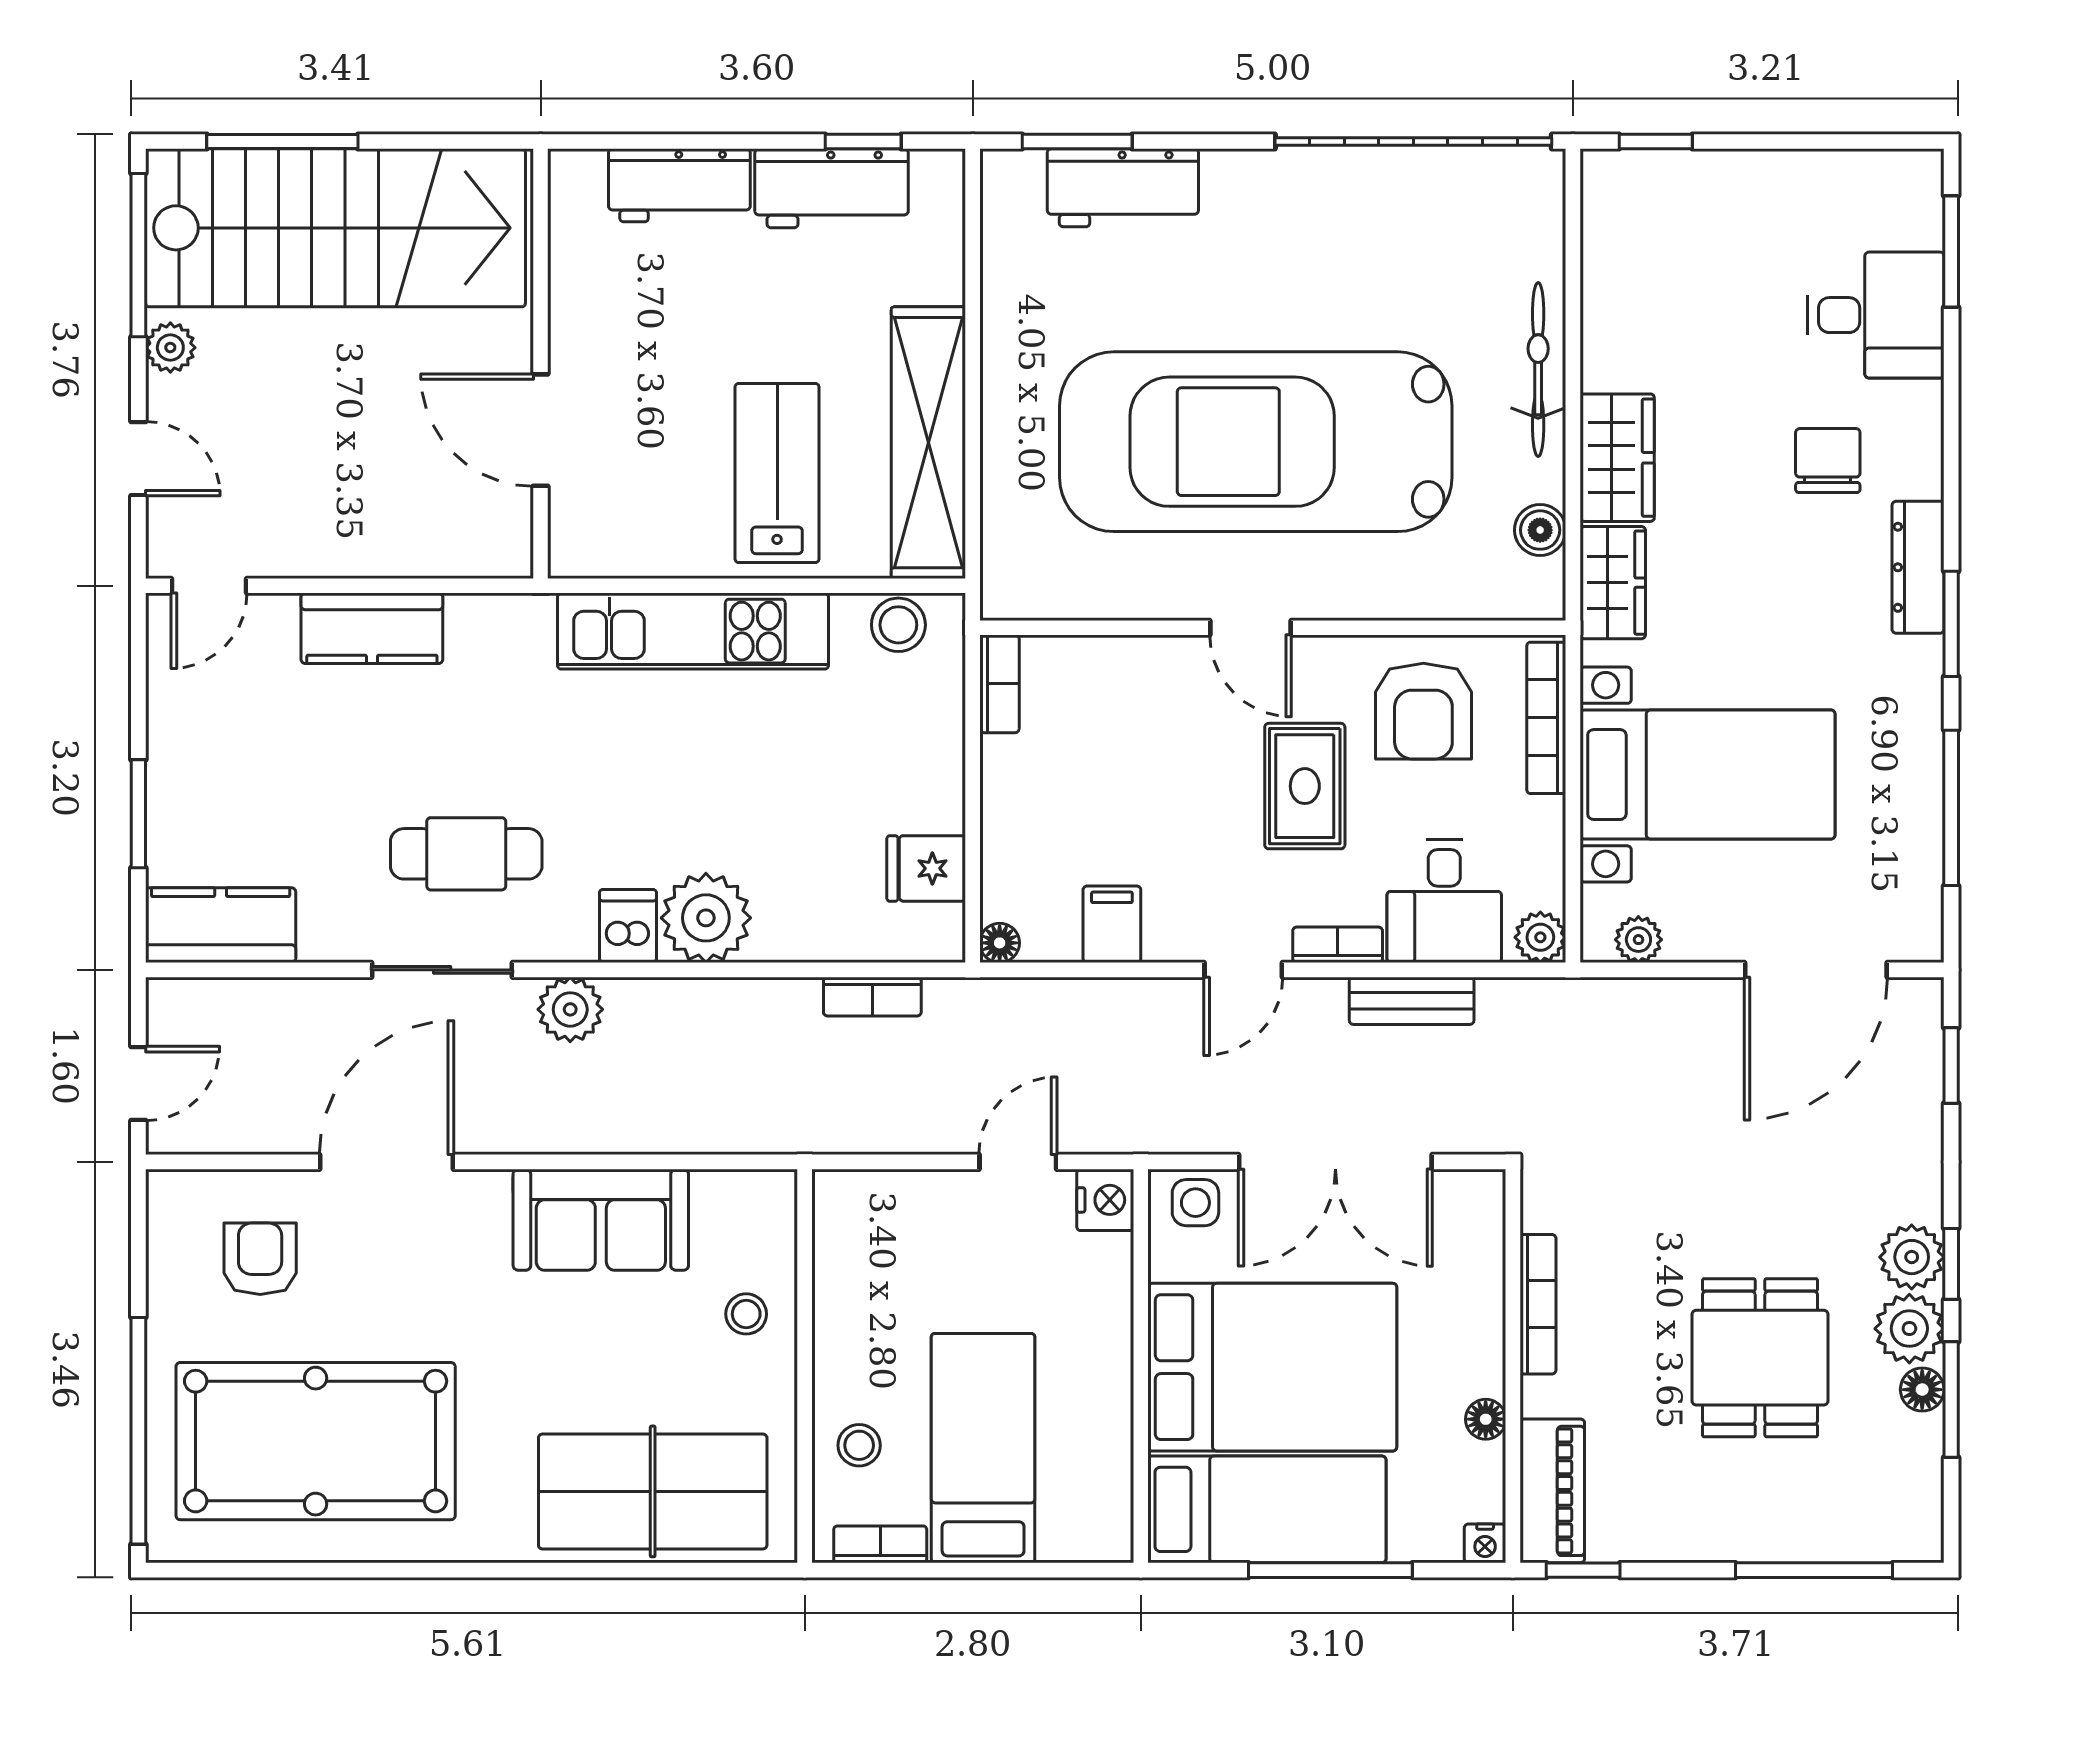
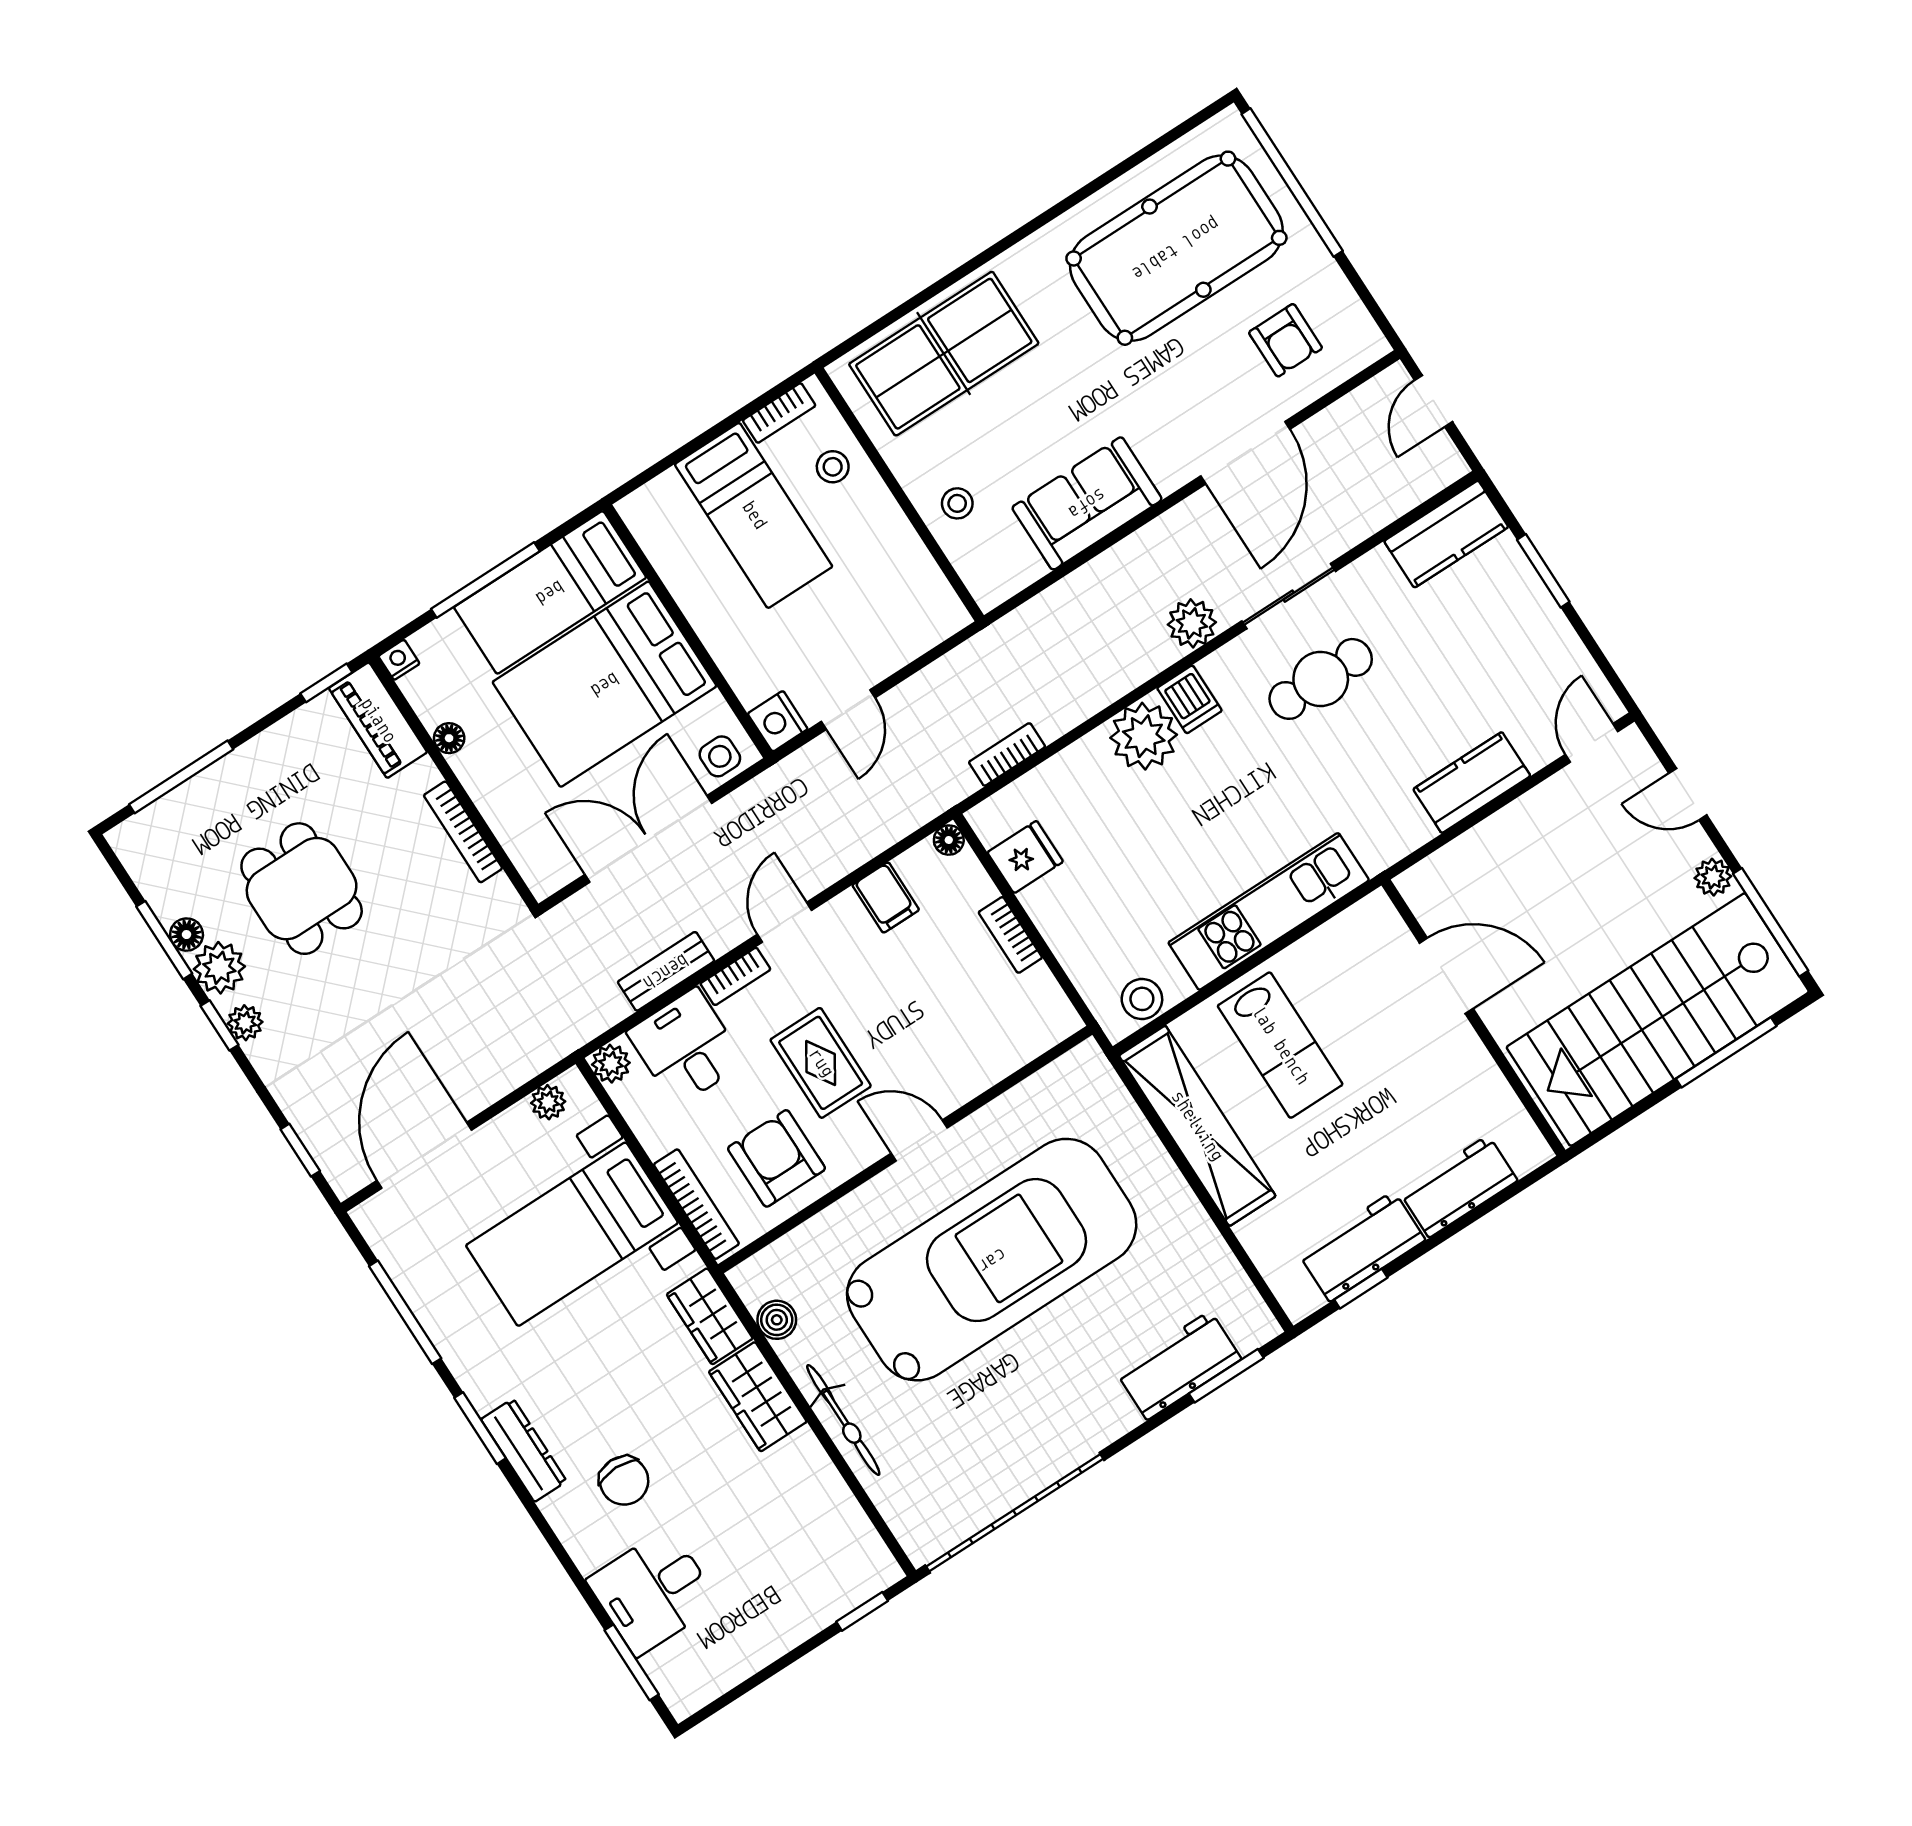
bookcase: (999, 684) -> (1010, 935), moved
plant: (1912, 1257) -> (245, 1023), width x0.73, depth x0.73

